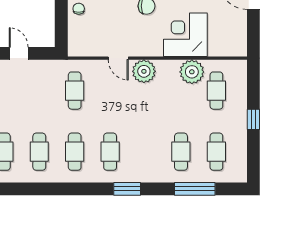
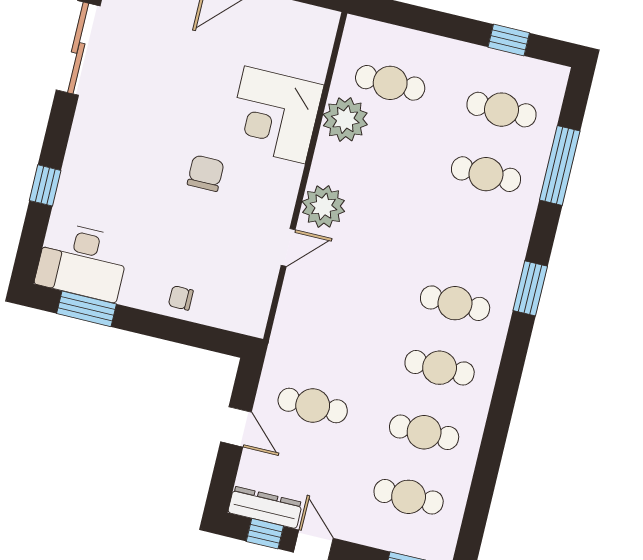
door: (19, 53) -> (236, 427), swing flipped
cafe table: (75, 91) -> (313, 406), moved
window: (253, 119) -> (509, 40), moved

